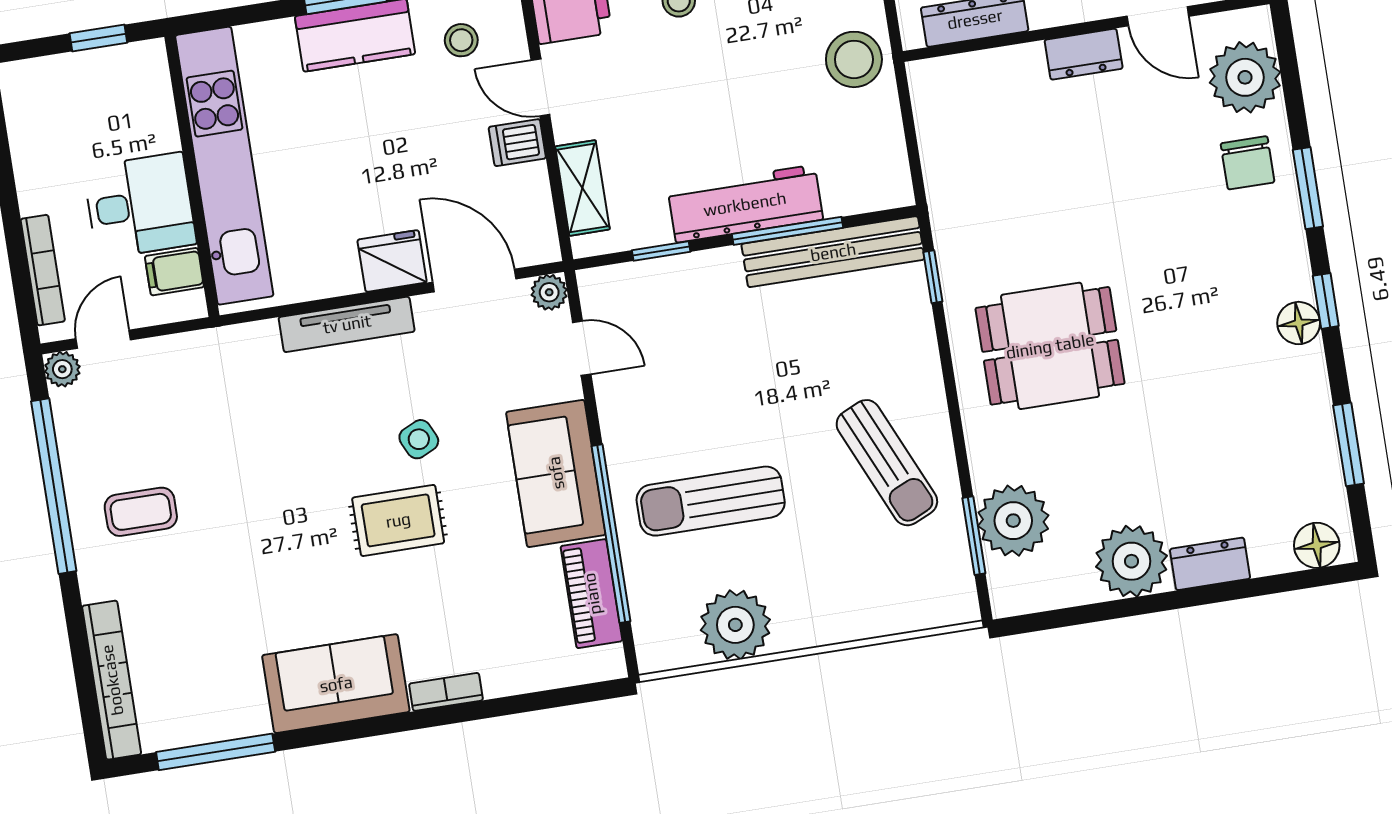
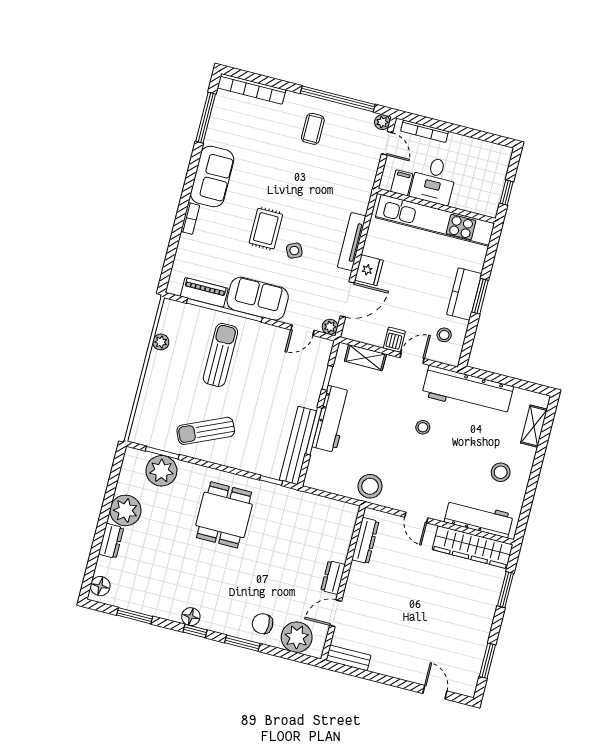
plant: (735, 625) -> (161, 342), width x0.53, depth x0.53

